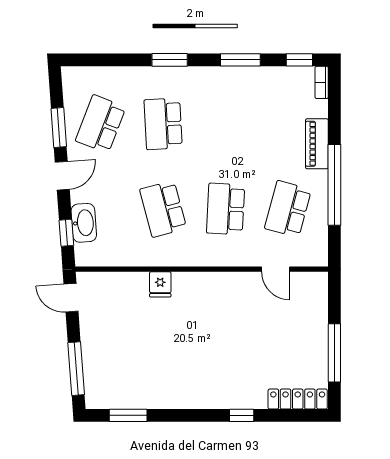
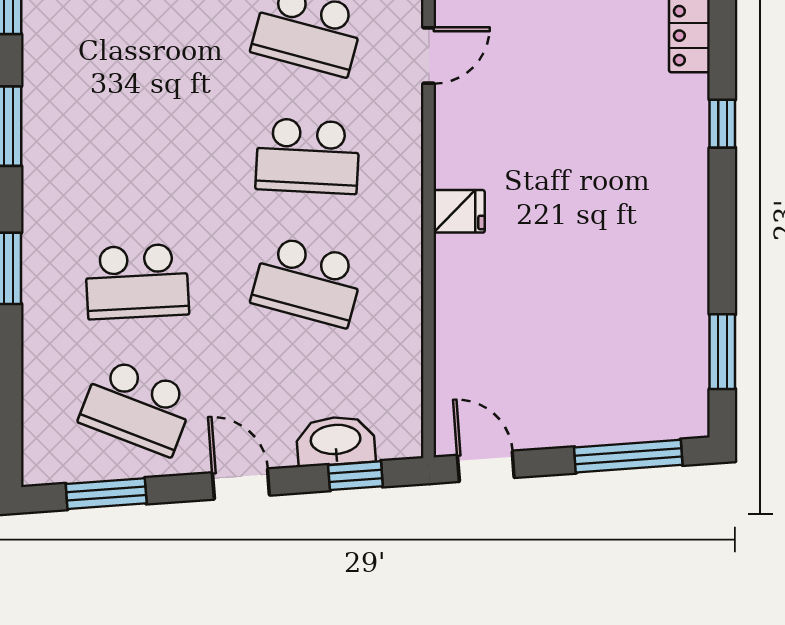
window: (59, 127) -> (106, 494), moved
school desk: (163, 209) -> (308, 281), turned 30
fridge: (160, 284) -> (459, 211), moved
door: (71, 298) -> (486, 466), swing flipped

